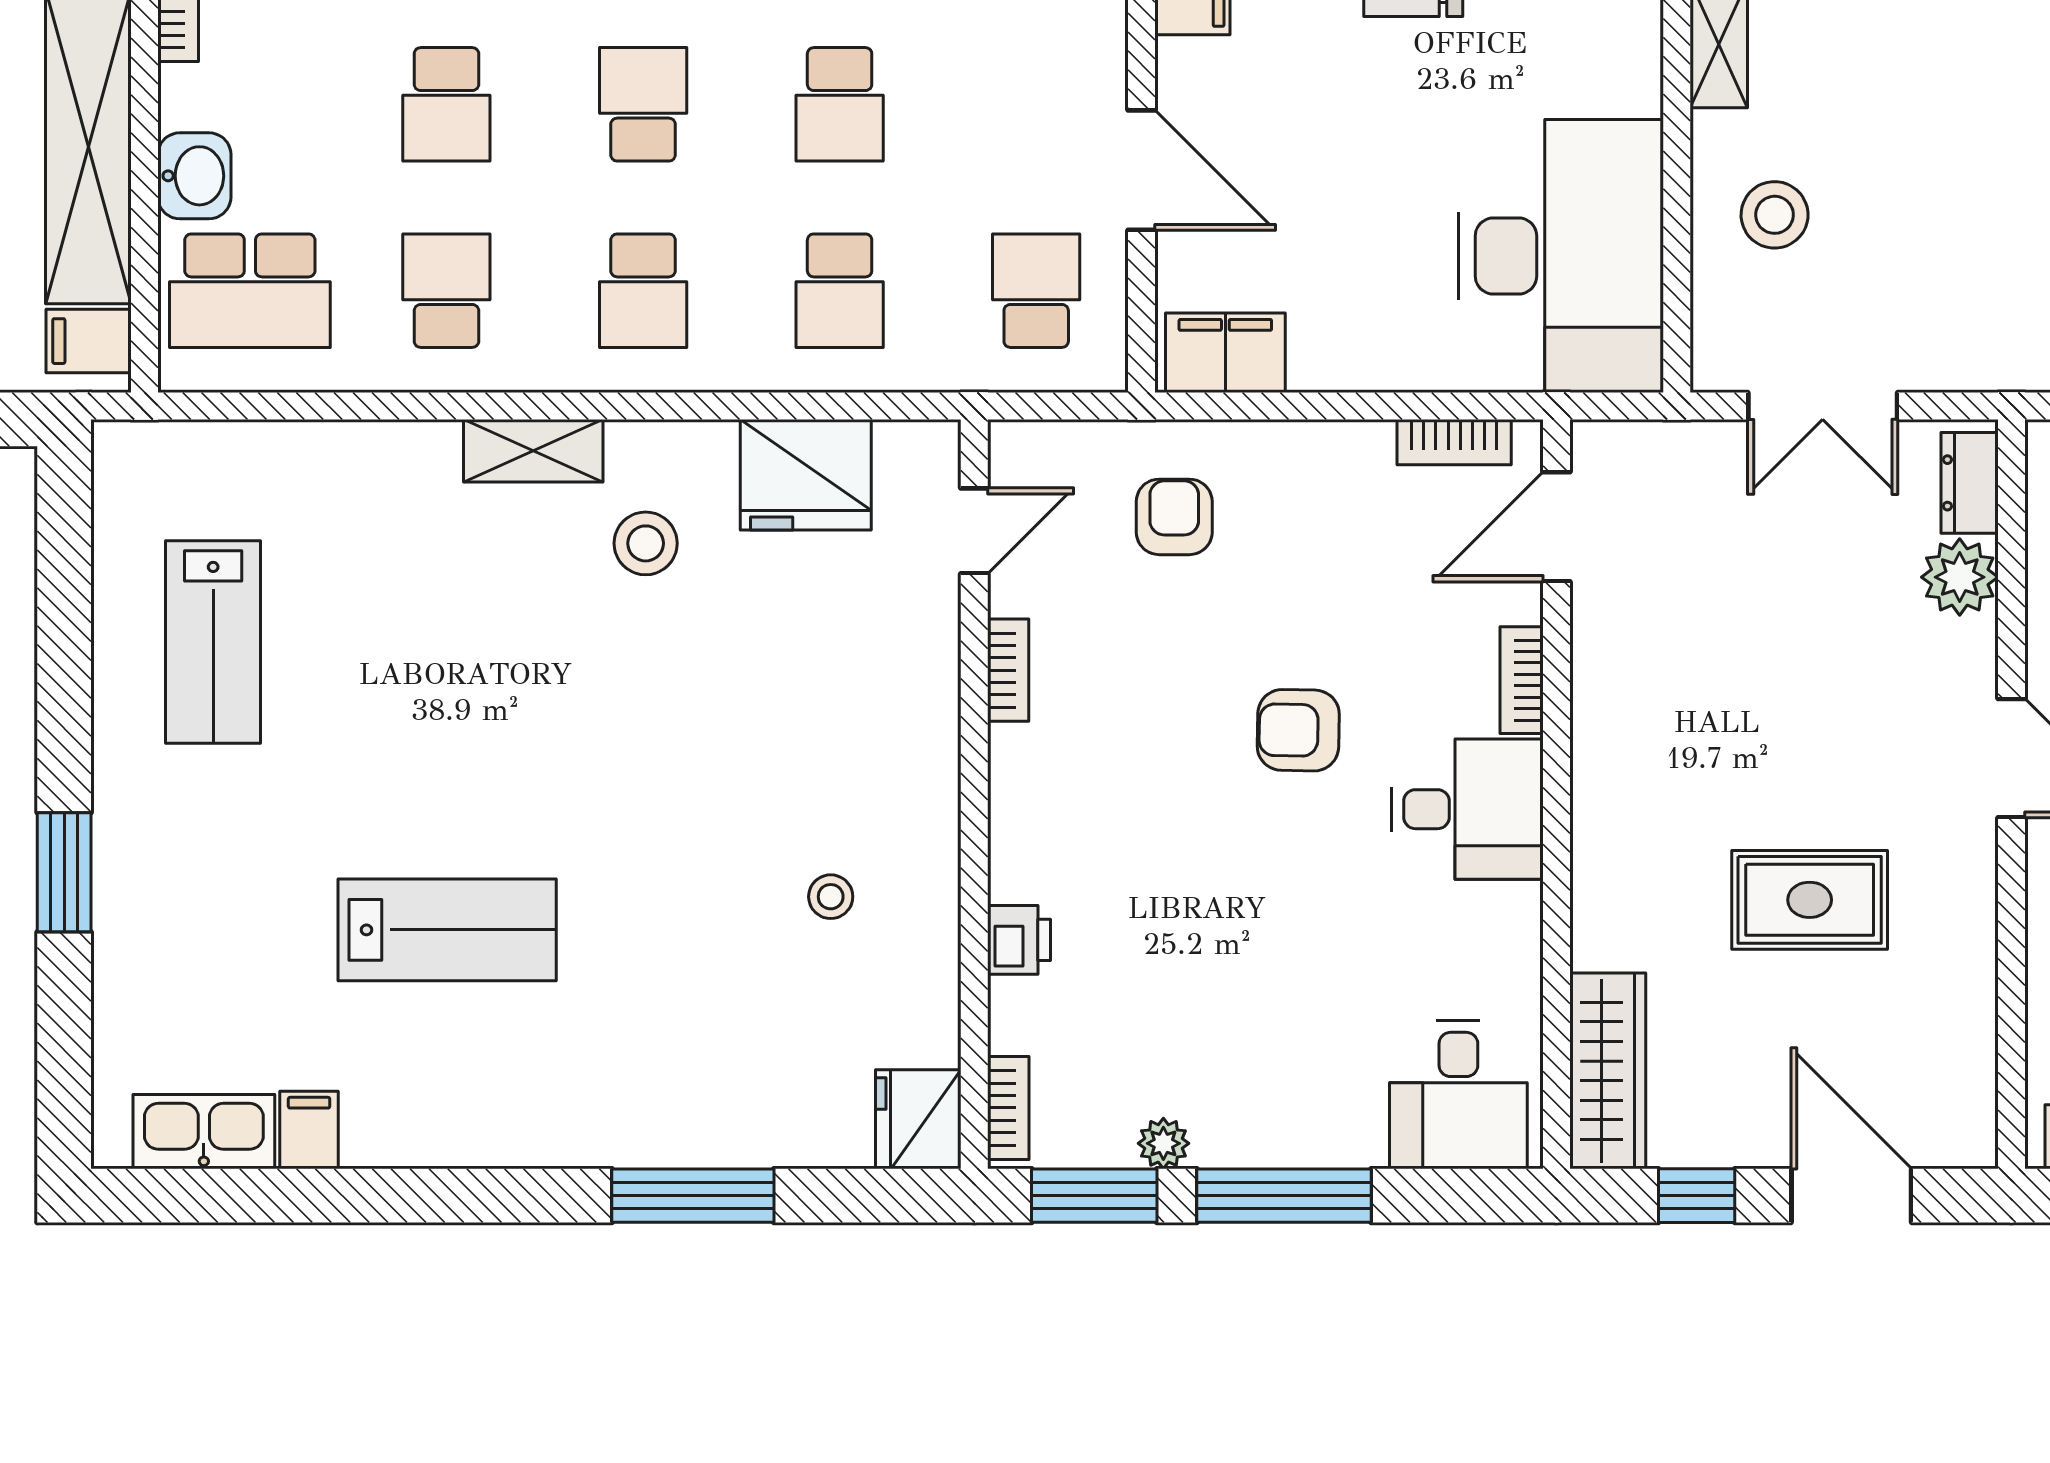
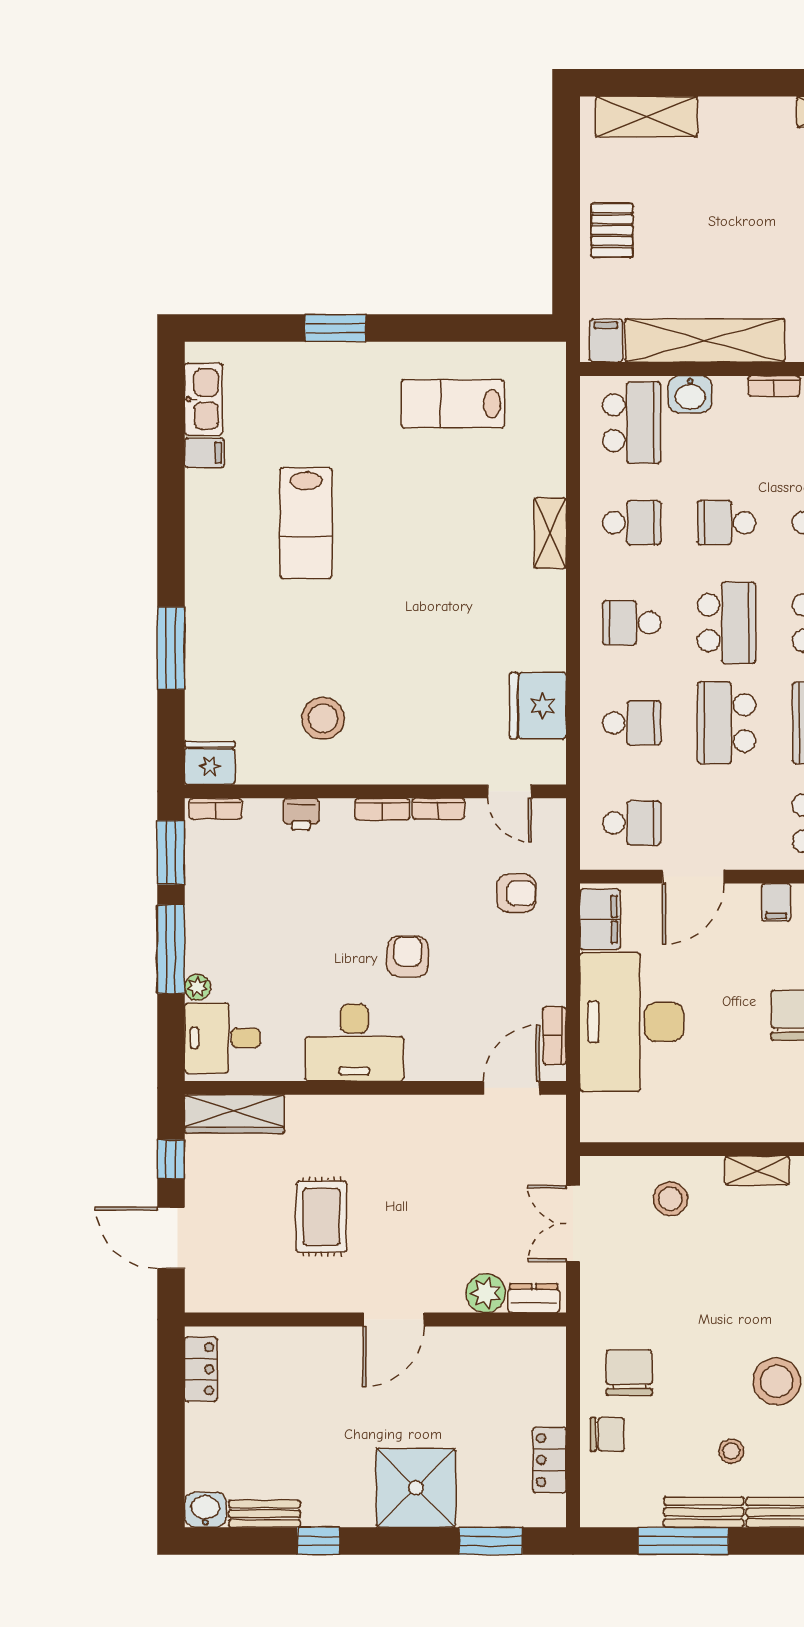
school desk: (643, 104) -> (727, 623), width x1.85
school desk: (840, 104) -> (727, 723), width x1.85
desk: (1561, 256) -> (632, 1022), moved, turned 90
school desk: (250, 291) -> (632, 423), turned 180
school desk: (840, 291) -> (632, 723), turned 180
shelving: (533, 451) -> (550, 533), moved
door: (1556, 527) -> (511, 1088), hinge flipped
stool: (646, 543) -> (503, 624), removed
bookcase: (1522, 680) -> (382, 809), moved, turned 180
desk: (1467, 809) -> (354, 1042), width x1.37
stool: (831, 897) -> (323, 718), width x1.89, depth x1.89
plant: (1163, 1143) -> (197, 987), moved
door: (1851, 1196) -> (171, 1238), swing flipped

